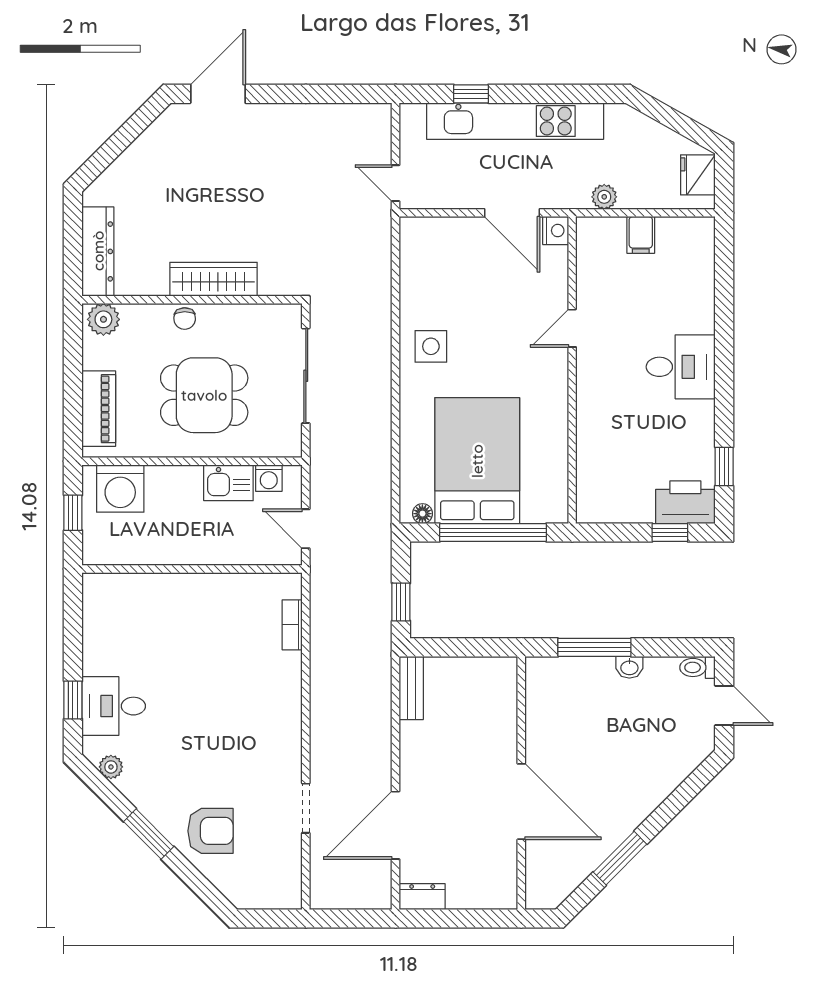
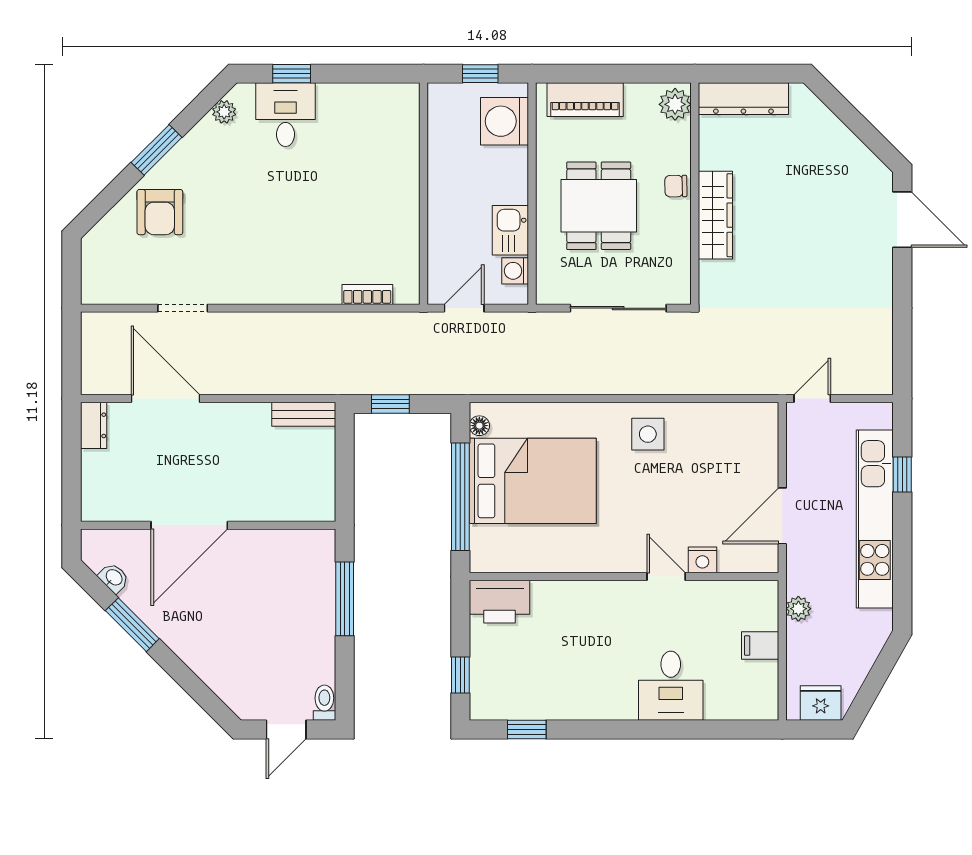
nightstand: (556, 231) -> (702, 560), moved
desk: (681, 367) -> (671, 686), moved
printer: (685, 502) -> (500, 602), moved, turned 90
washbasin: (629, 667) -> (114, 578), moved, turned 135

